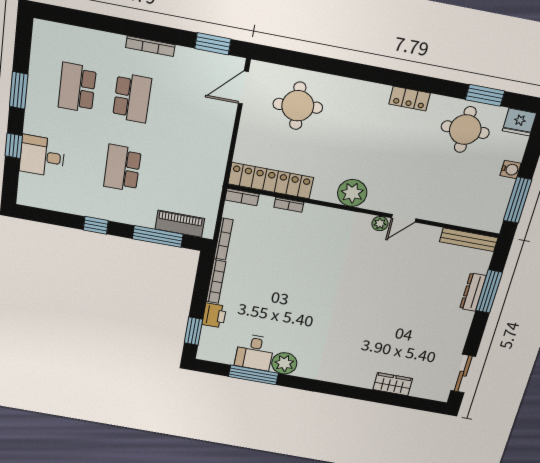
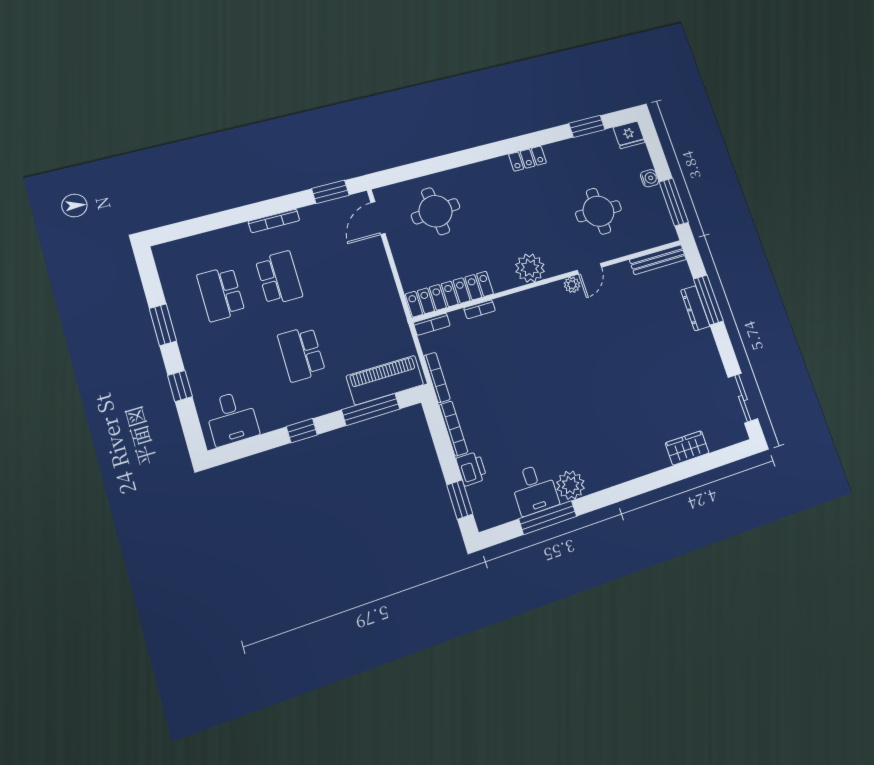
round table: (465, 130) -> (598, 211), moved
desk: (42, 156) -> (232, 418), moved, turned -90
piano: (180, 224) -> (385, 380), width x1.37, depth x1.33

